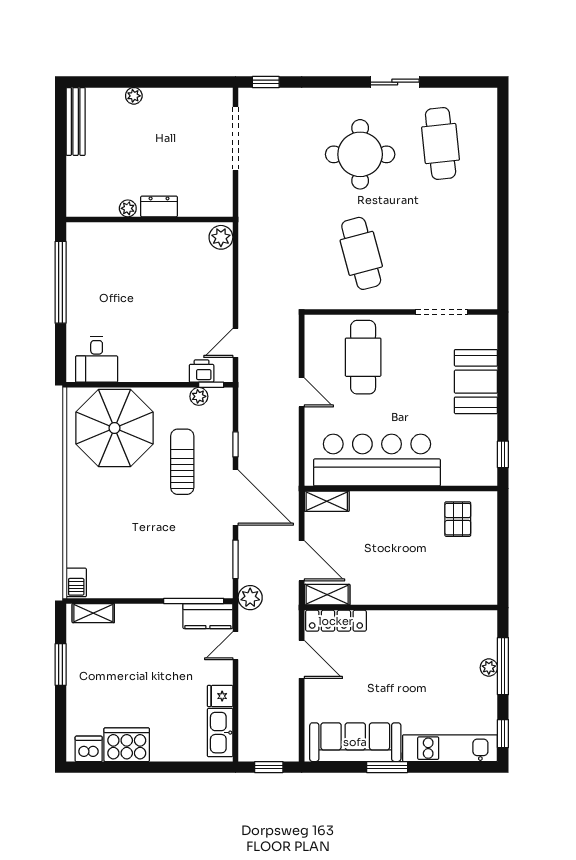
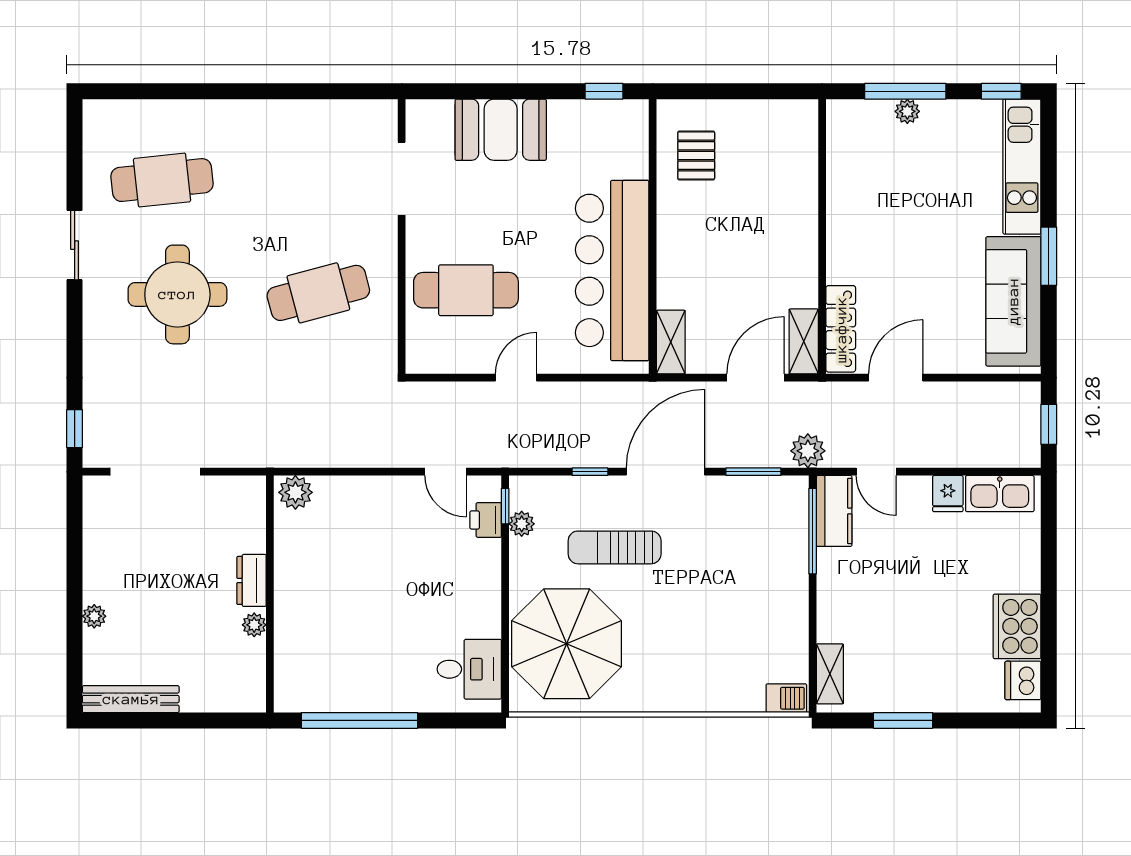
pallet: (458, 519) -> (696, 156), turned 90

